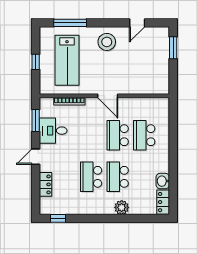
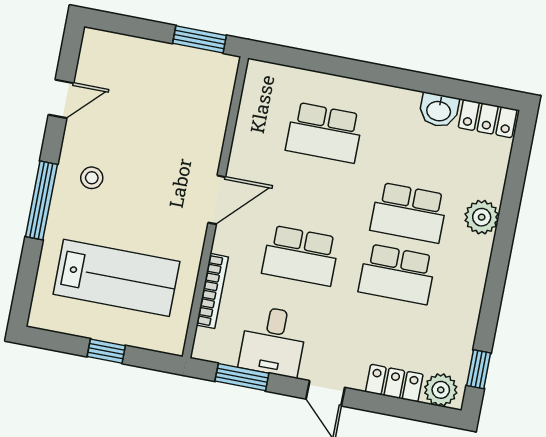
window: (70, 23) -> (41, 200), moved
door: (137, 23) -> (61, 99), hinge flipped
stool: (107, 42) -> (92, 178), width x0.53, depth x0.53
window: (173, 48) -> (200, 39), moved
school desk: (118, 135) -> (301, 256), moved
plant: (46, 204) -> (441, 390), added

